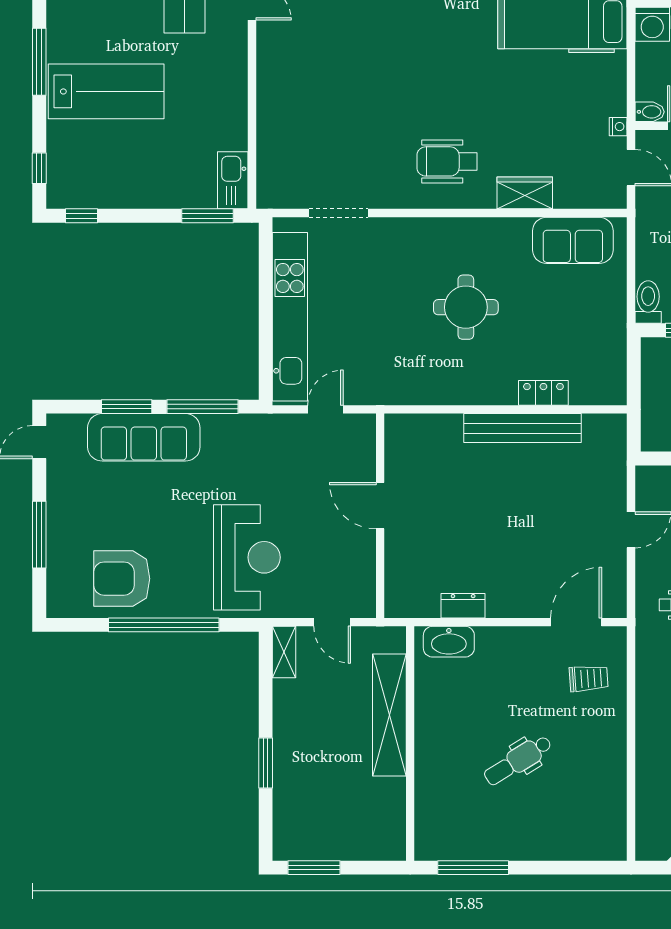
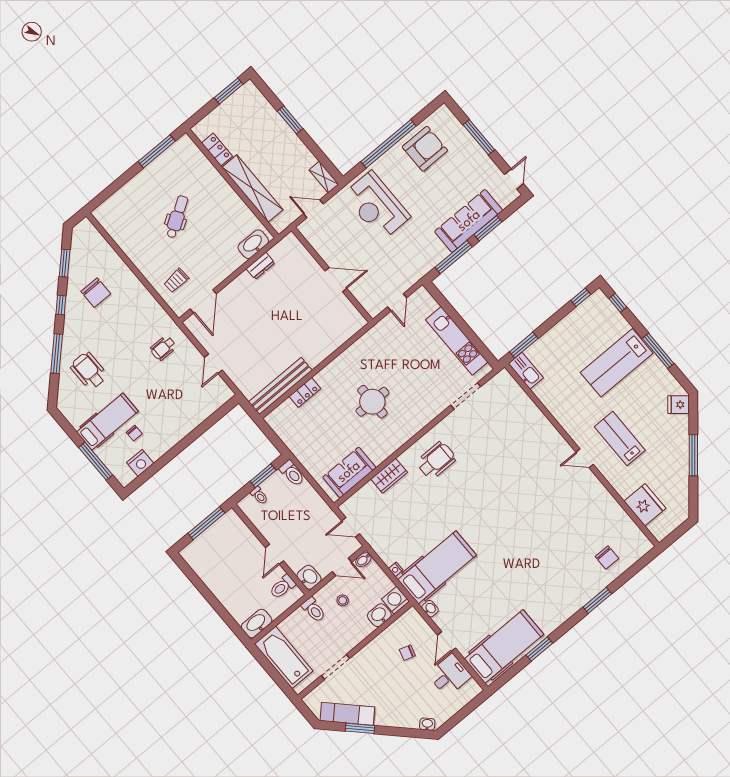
nightstand: (618, 127) -> (396, 569), moved
kitchen unit: (290, 317) -> (457, 341), width x0.73
bench: (523, 428) -> (280, 386), moved
locker: (393, 804) -> (217, 150), added

